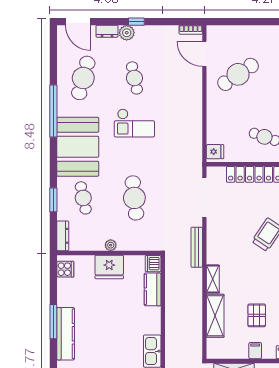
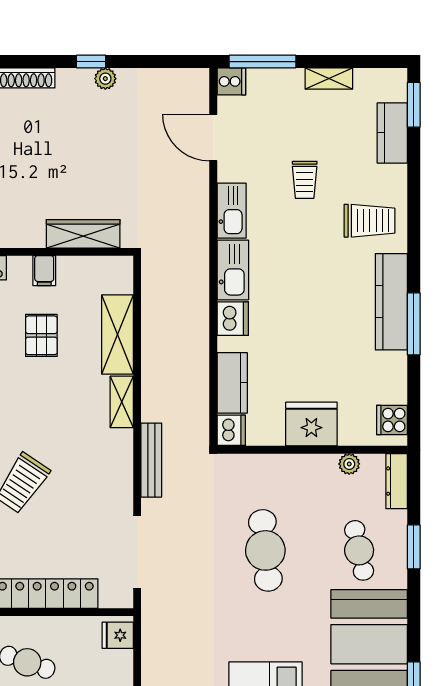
plant: (111, 245) -> (349, 464), moved
dishwasher: (152, 325) -> (233, 319), added

